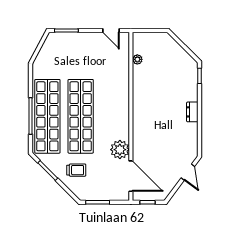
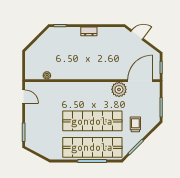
door: (111, 30) -> (24, 97), hinge flipped

